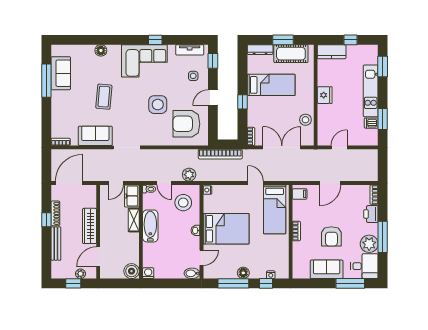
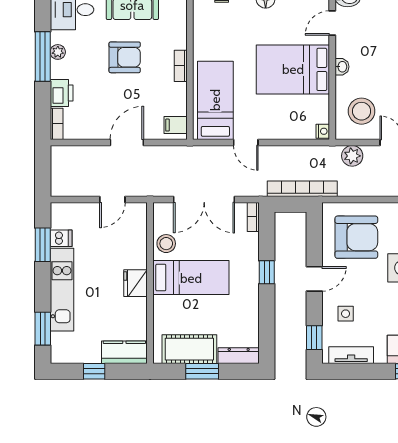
bed: (271, 85) -> (191, 278), moved, turned 180
armchair: (331, 236) -> (125, 57), turned 90
plant: (369, 244) -> (58, 52), width x0.53, depth x0.53

